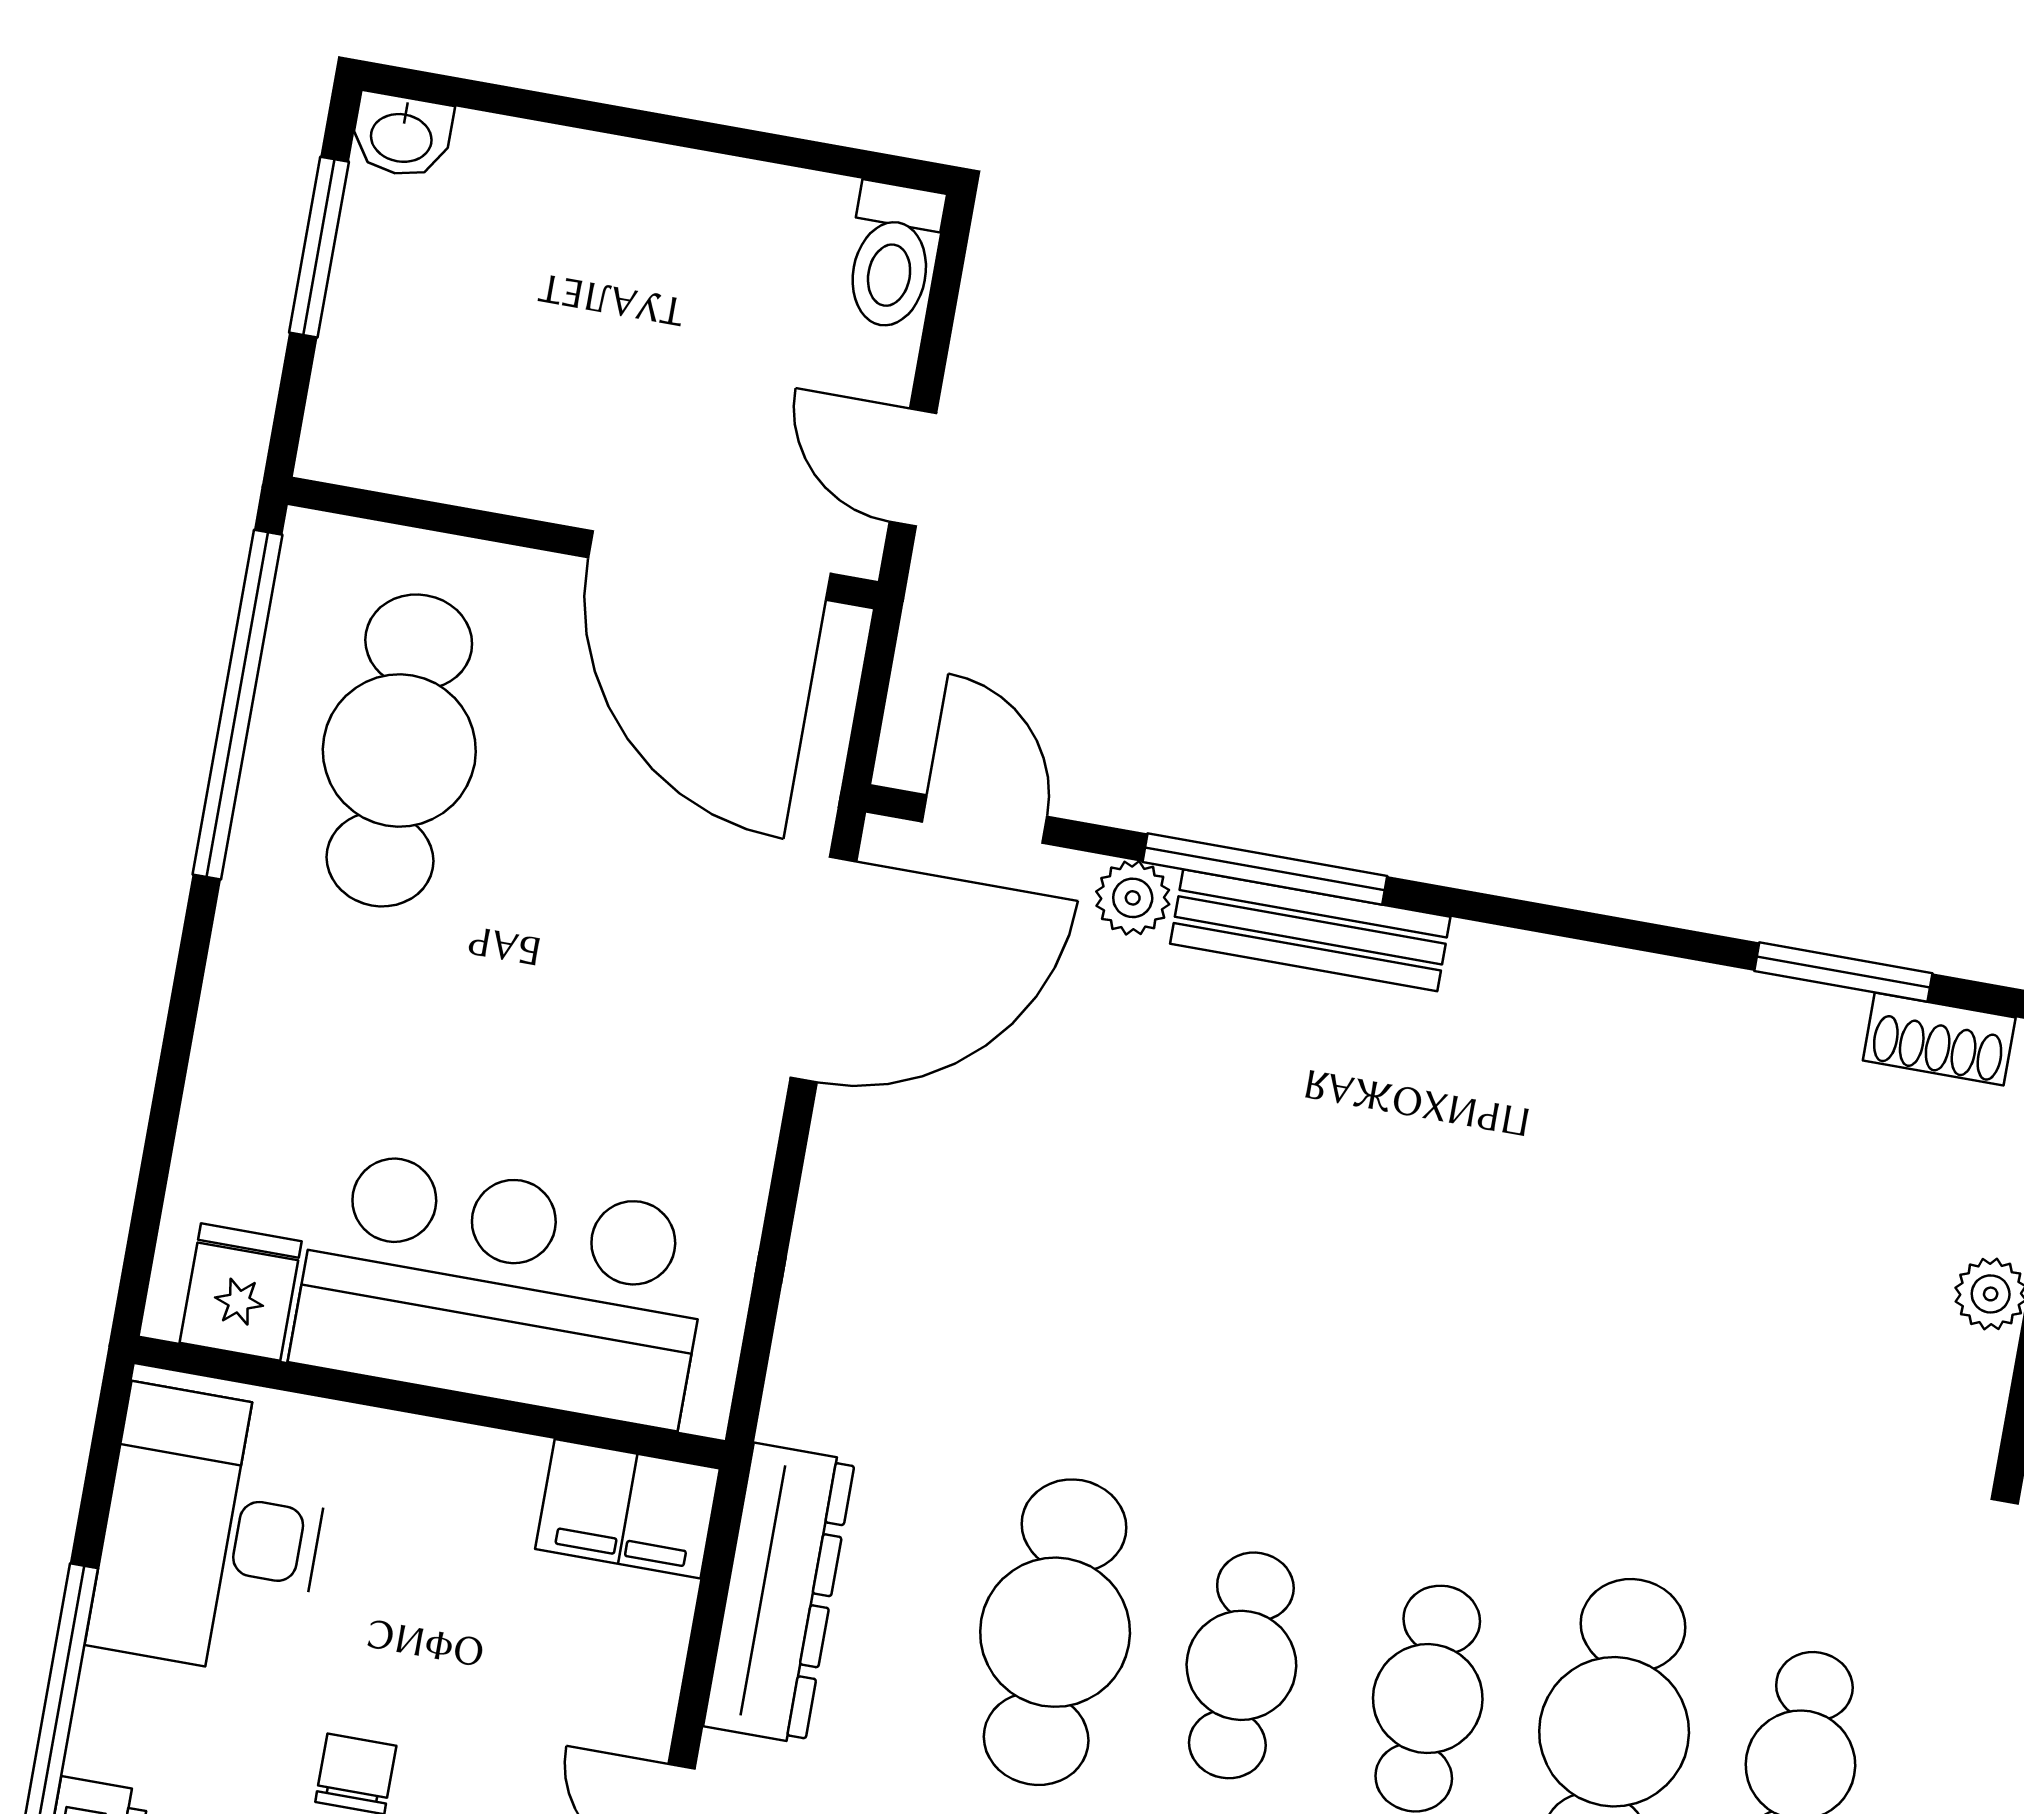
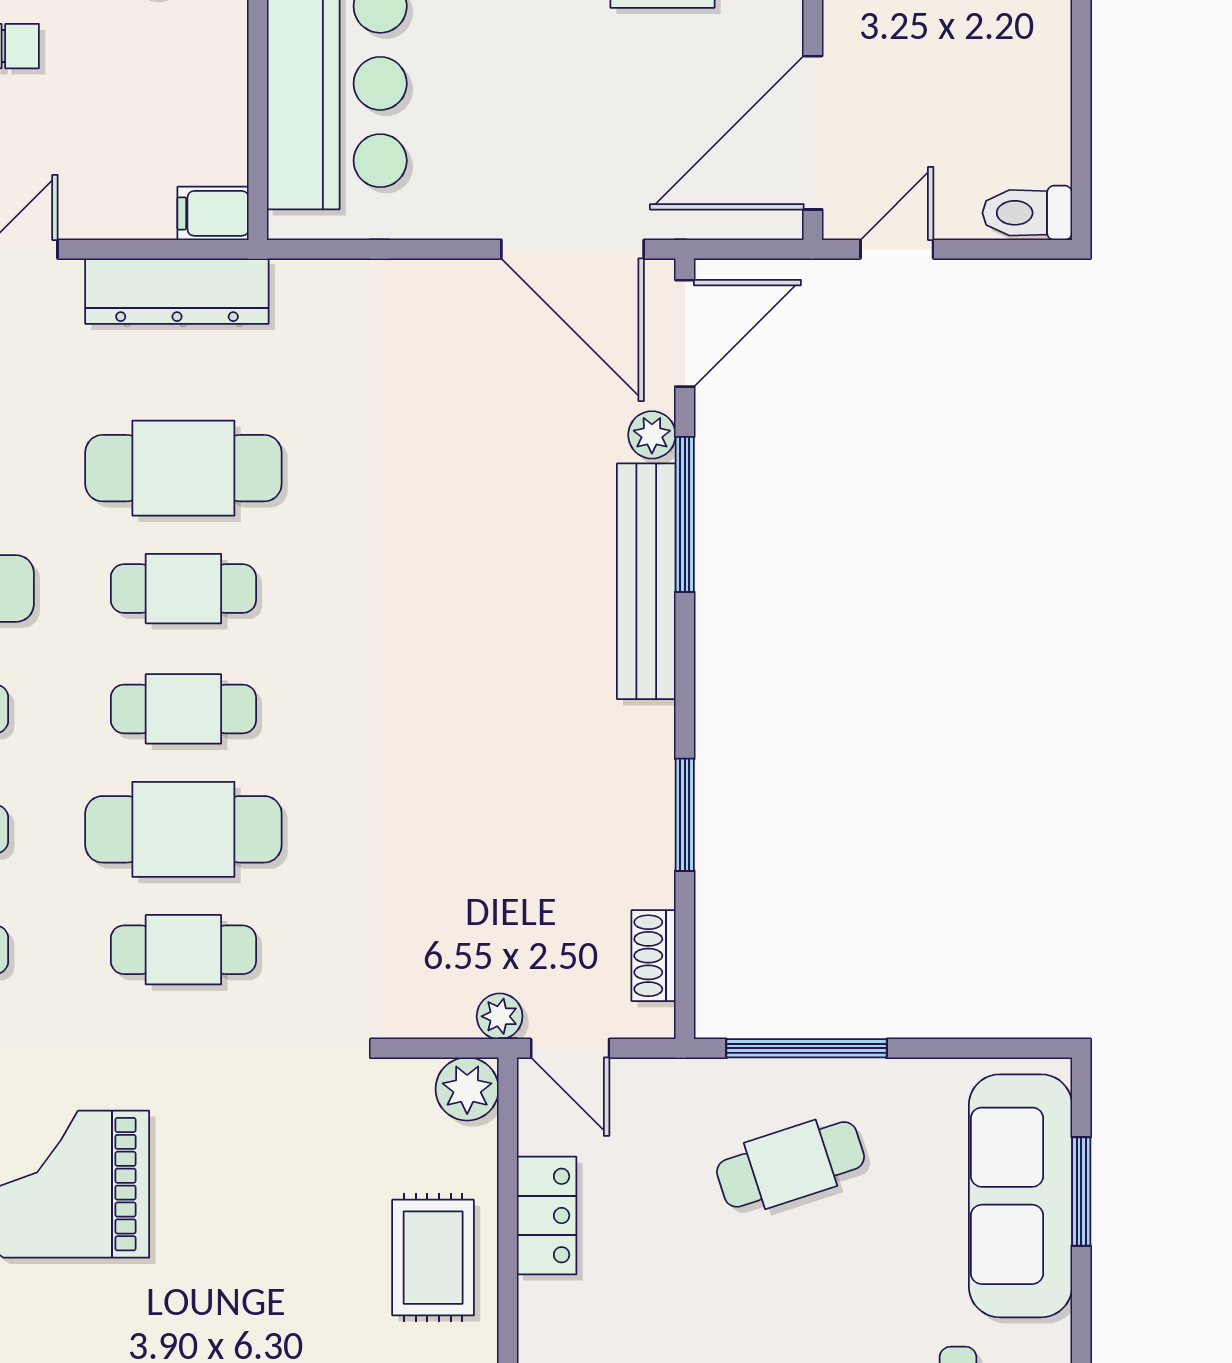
door: (985, 819) -> (685, 333), width x1.38
bench: (1310, 930) -> (646, 581), width x1.37, depth x1.21
window: (1843, 972) -> (685, 815), moved
filing cabinet: (628, 1509) -> (213, 213), width x0.50

